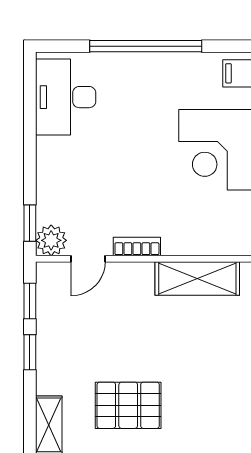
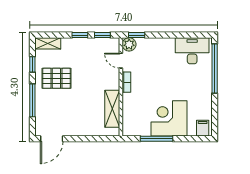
window: (146, 46) -> (215, 69), moved
pallet: (128, 405) -> (56, 78), turned 90

